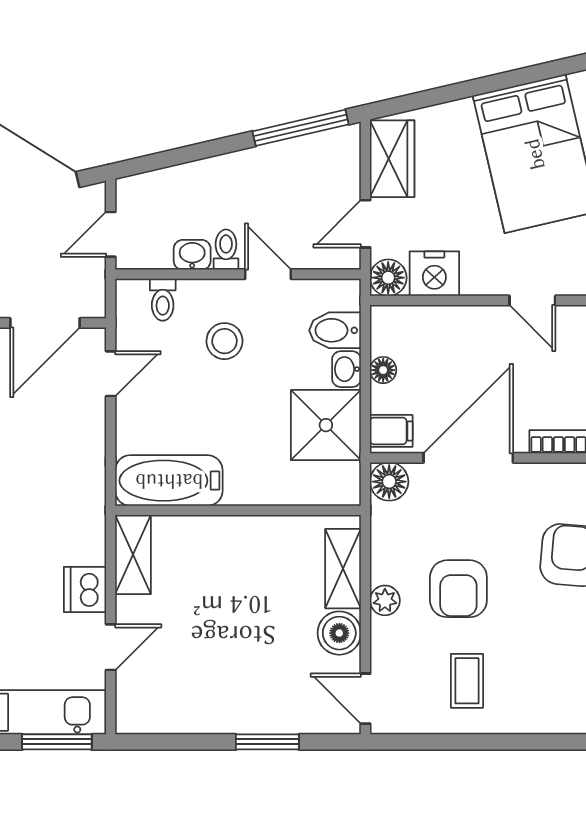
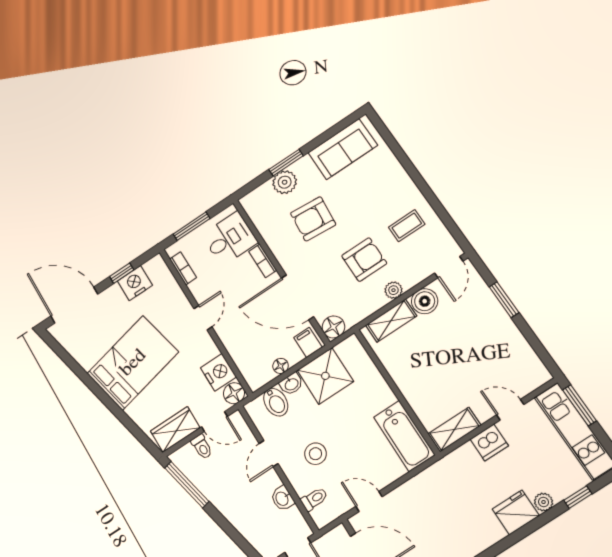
toilet: (226, 250) -> (202, 447), moved, turned -90

